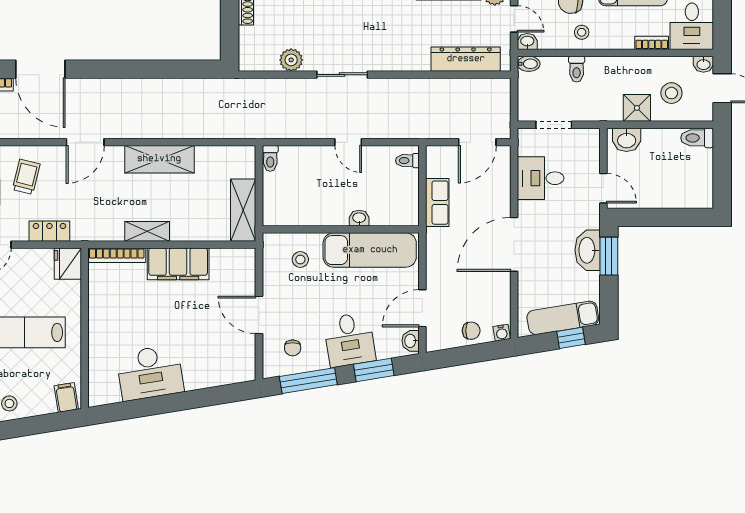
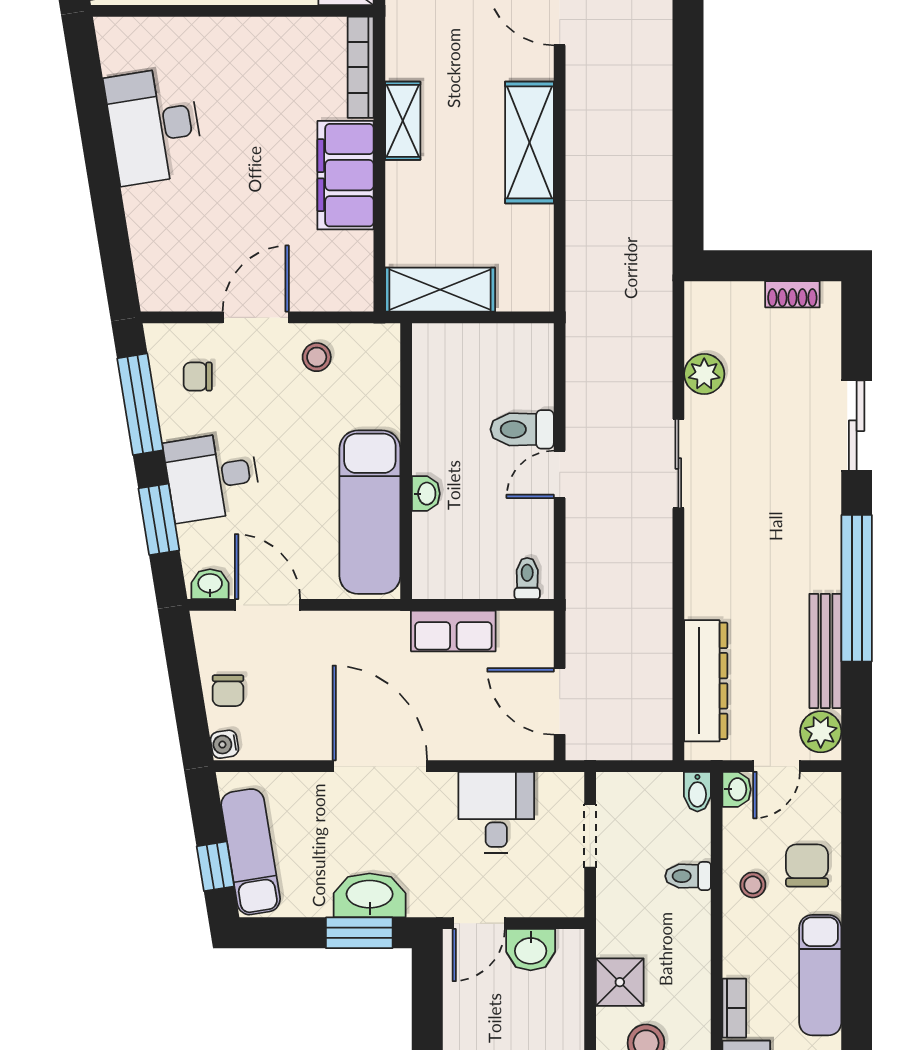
washbasin: (627, 140) -> (531, 950), moved, turned -90
toilet: (270, 158) -> (522, 429), moved, width x1.37, depth x1.39
stool: (300, 259) -> (317, 357), moved

